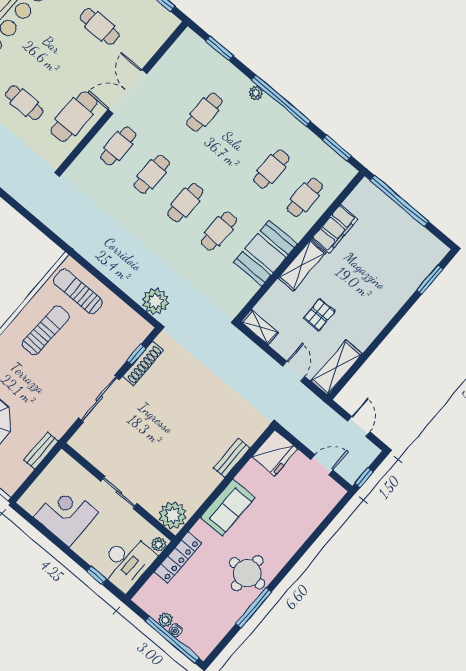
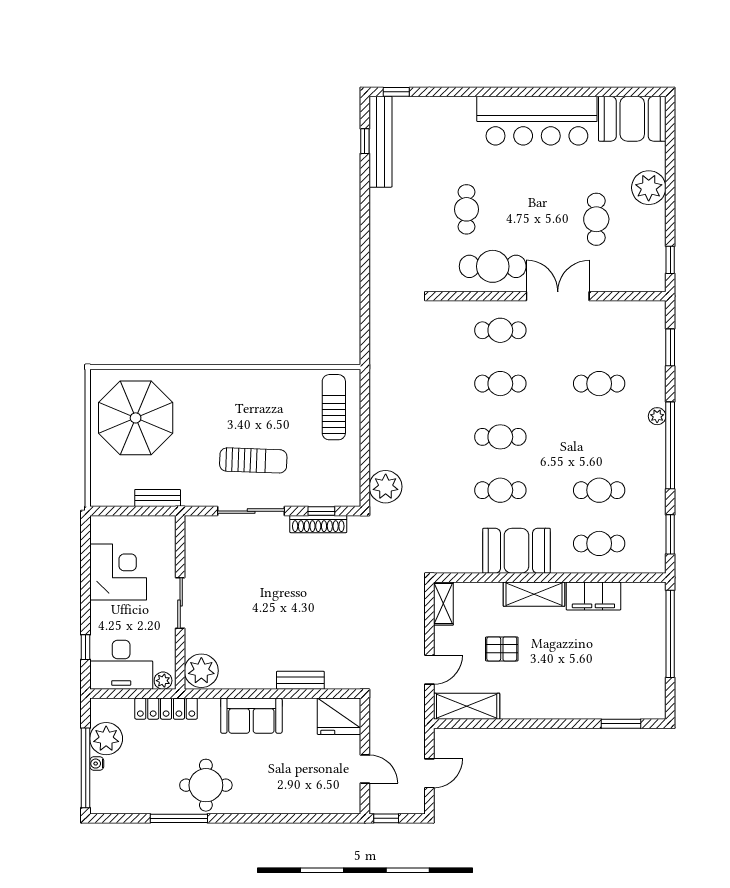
sun lounger: (46, 330) -> (253, 460), moved
plant: (166, 620) -> (106, 739), width x1.88, depth x1.88

